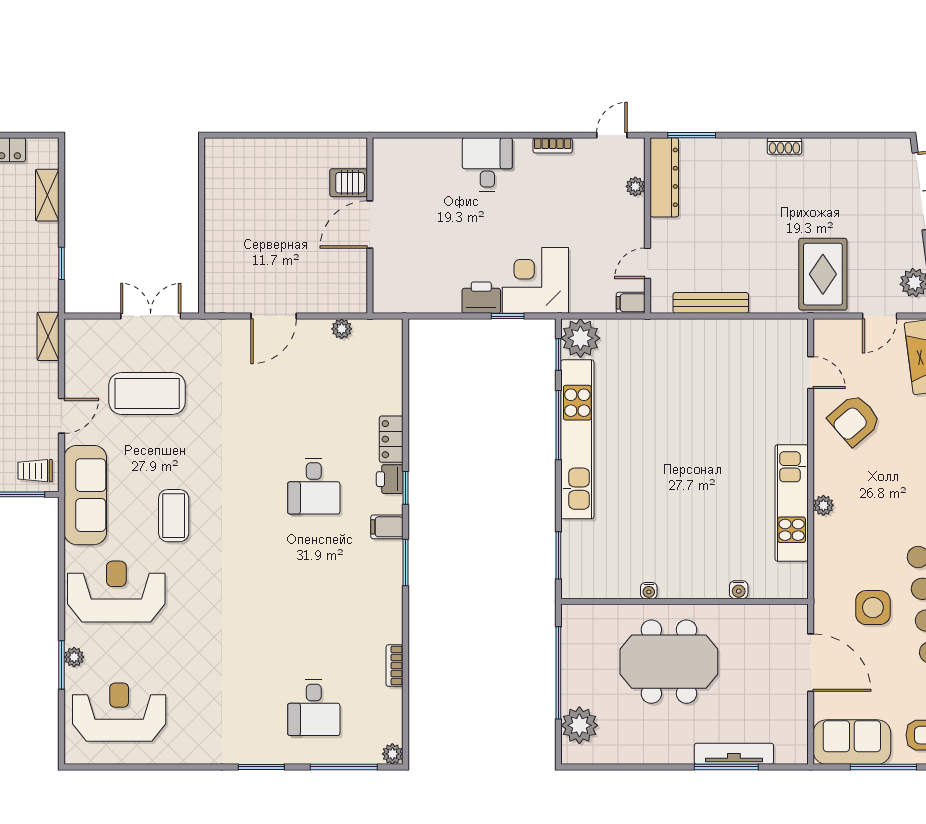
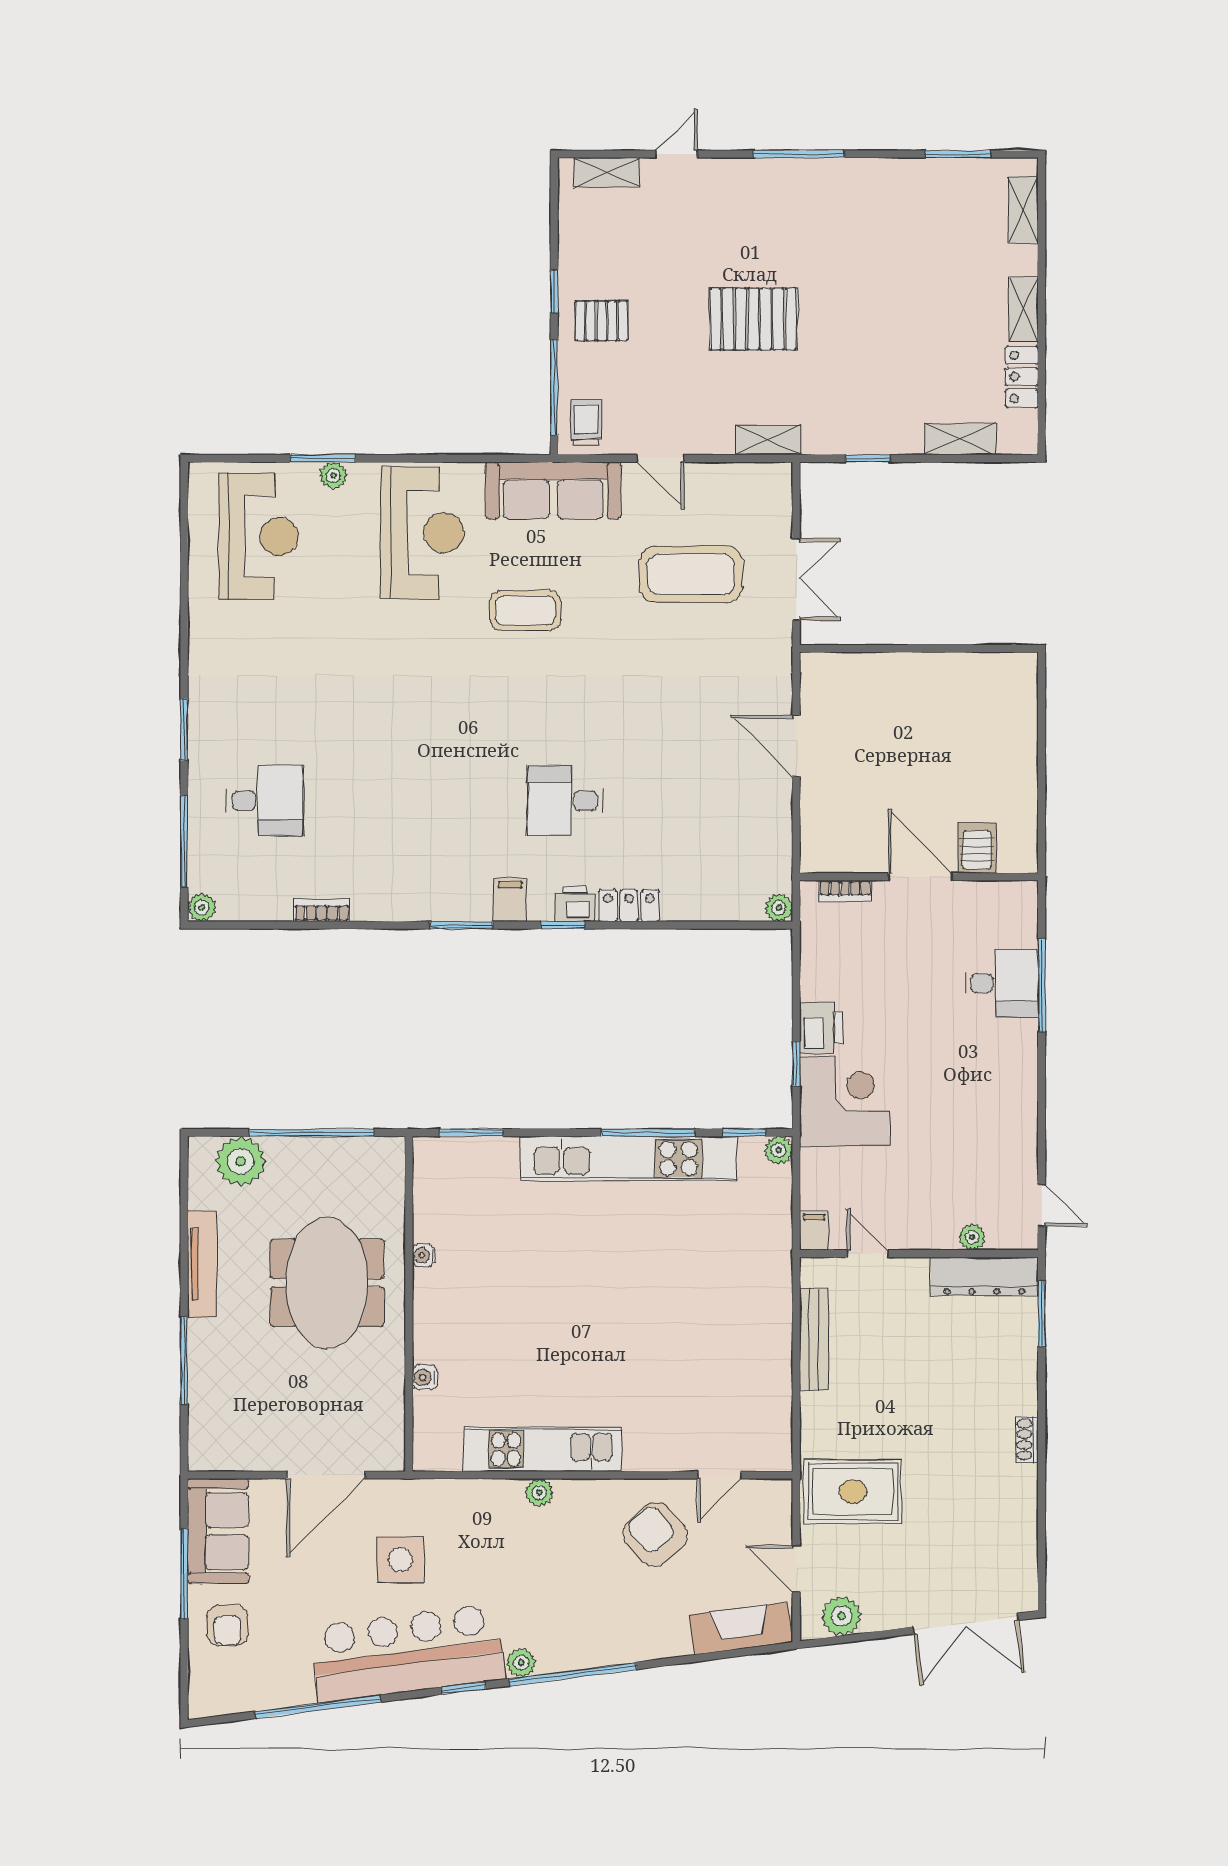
window: (450, 135) -> (1042, 985), added
bookcase: (553, 145) -> (845, 891), moved, turned -90
desk: (487, 165) -> (1002, 983), moved
plant: (342, 329) -> (779, 908), moved
plant: (580, 338) -> (779, 1150), width x0.53, depth x0.53
coffee table: (147, 394) -> (691, 574), turned 90
desk: (314, 708) -> (265, 801), turned 180
tv unit: (734, 754) -> (202, 1264), moved

